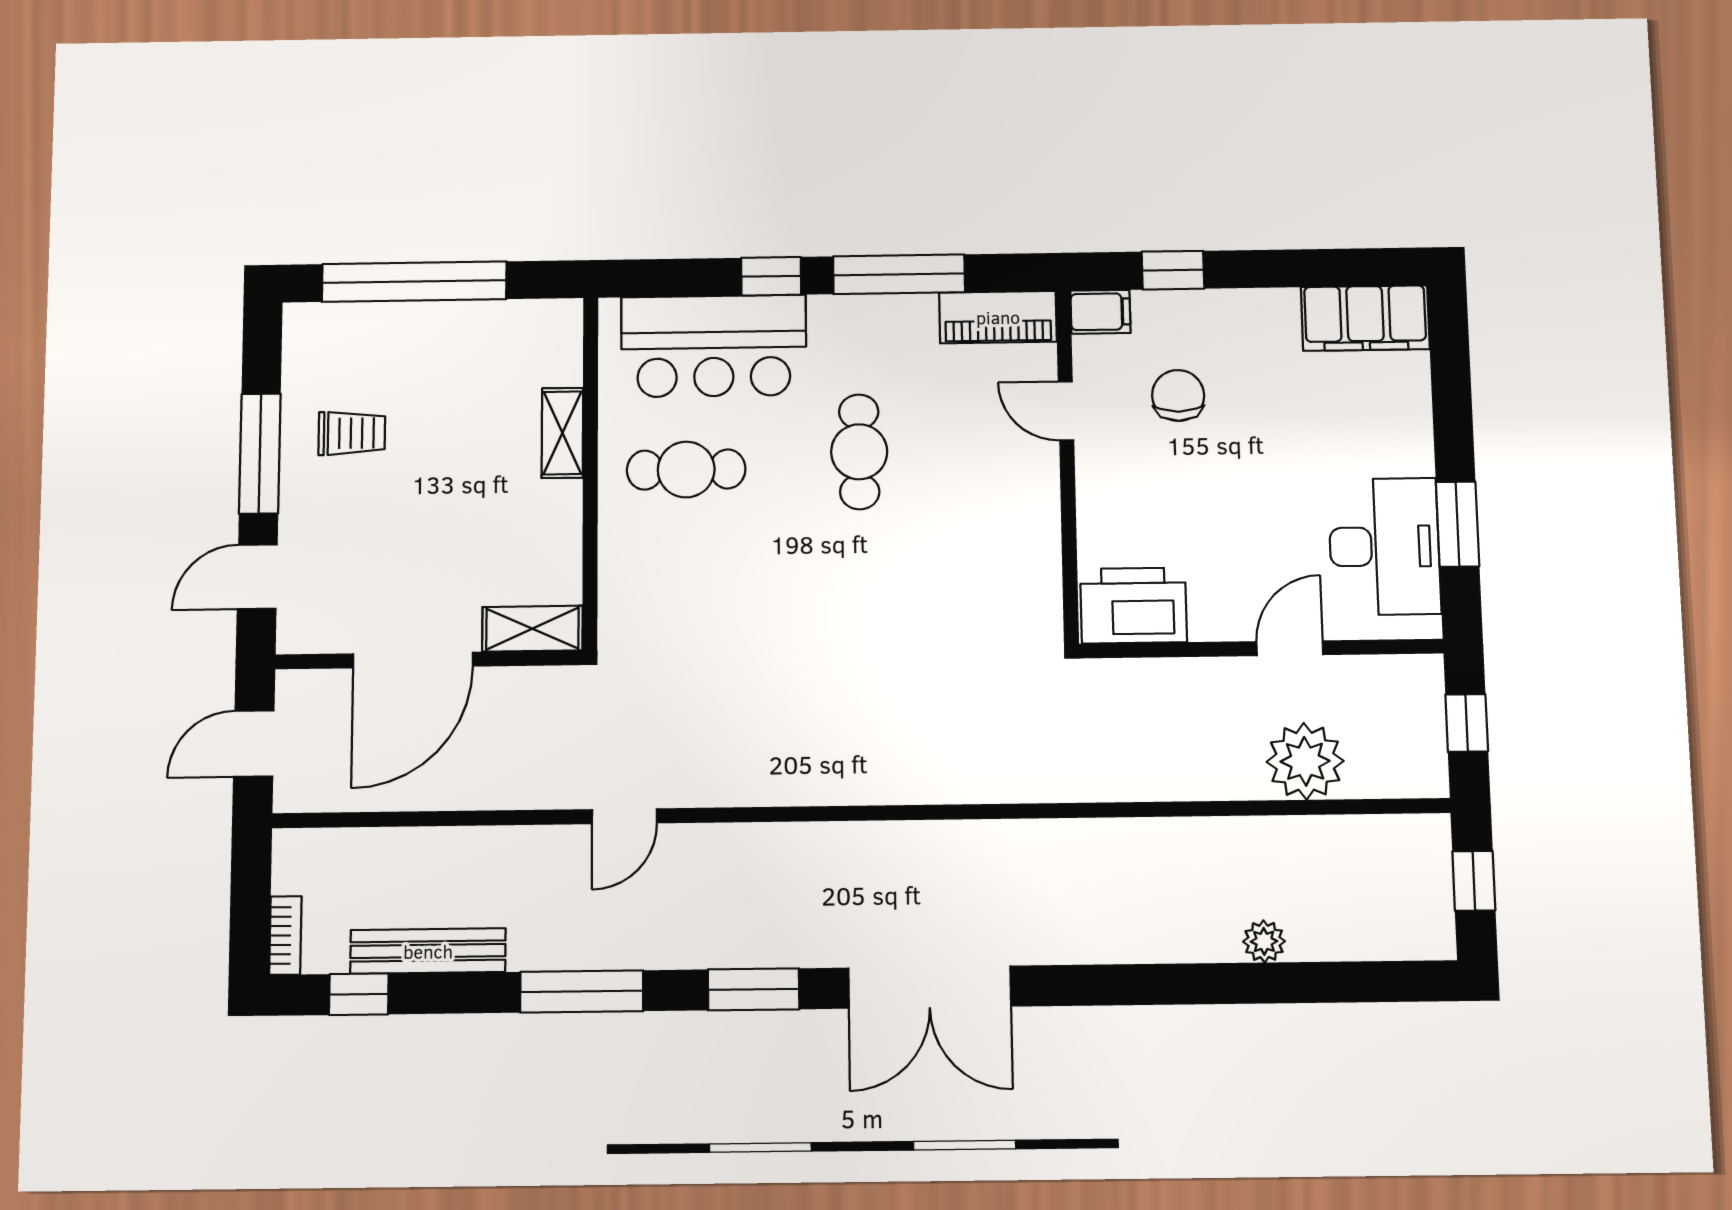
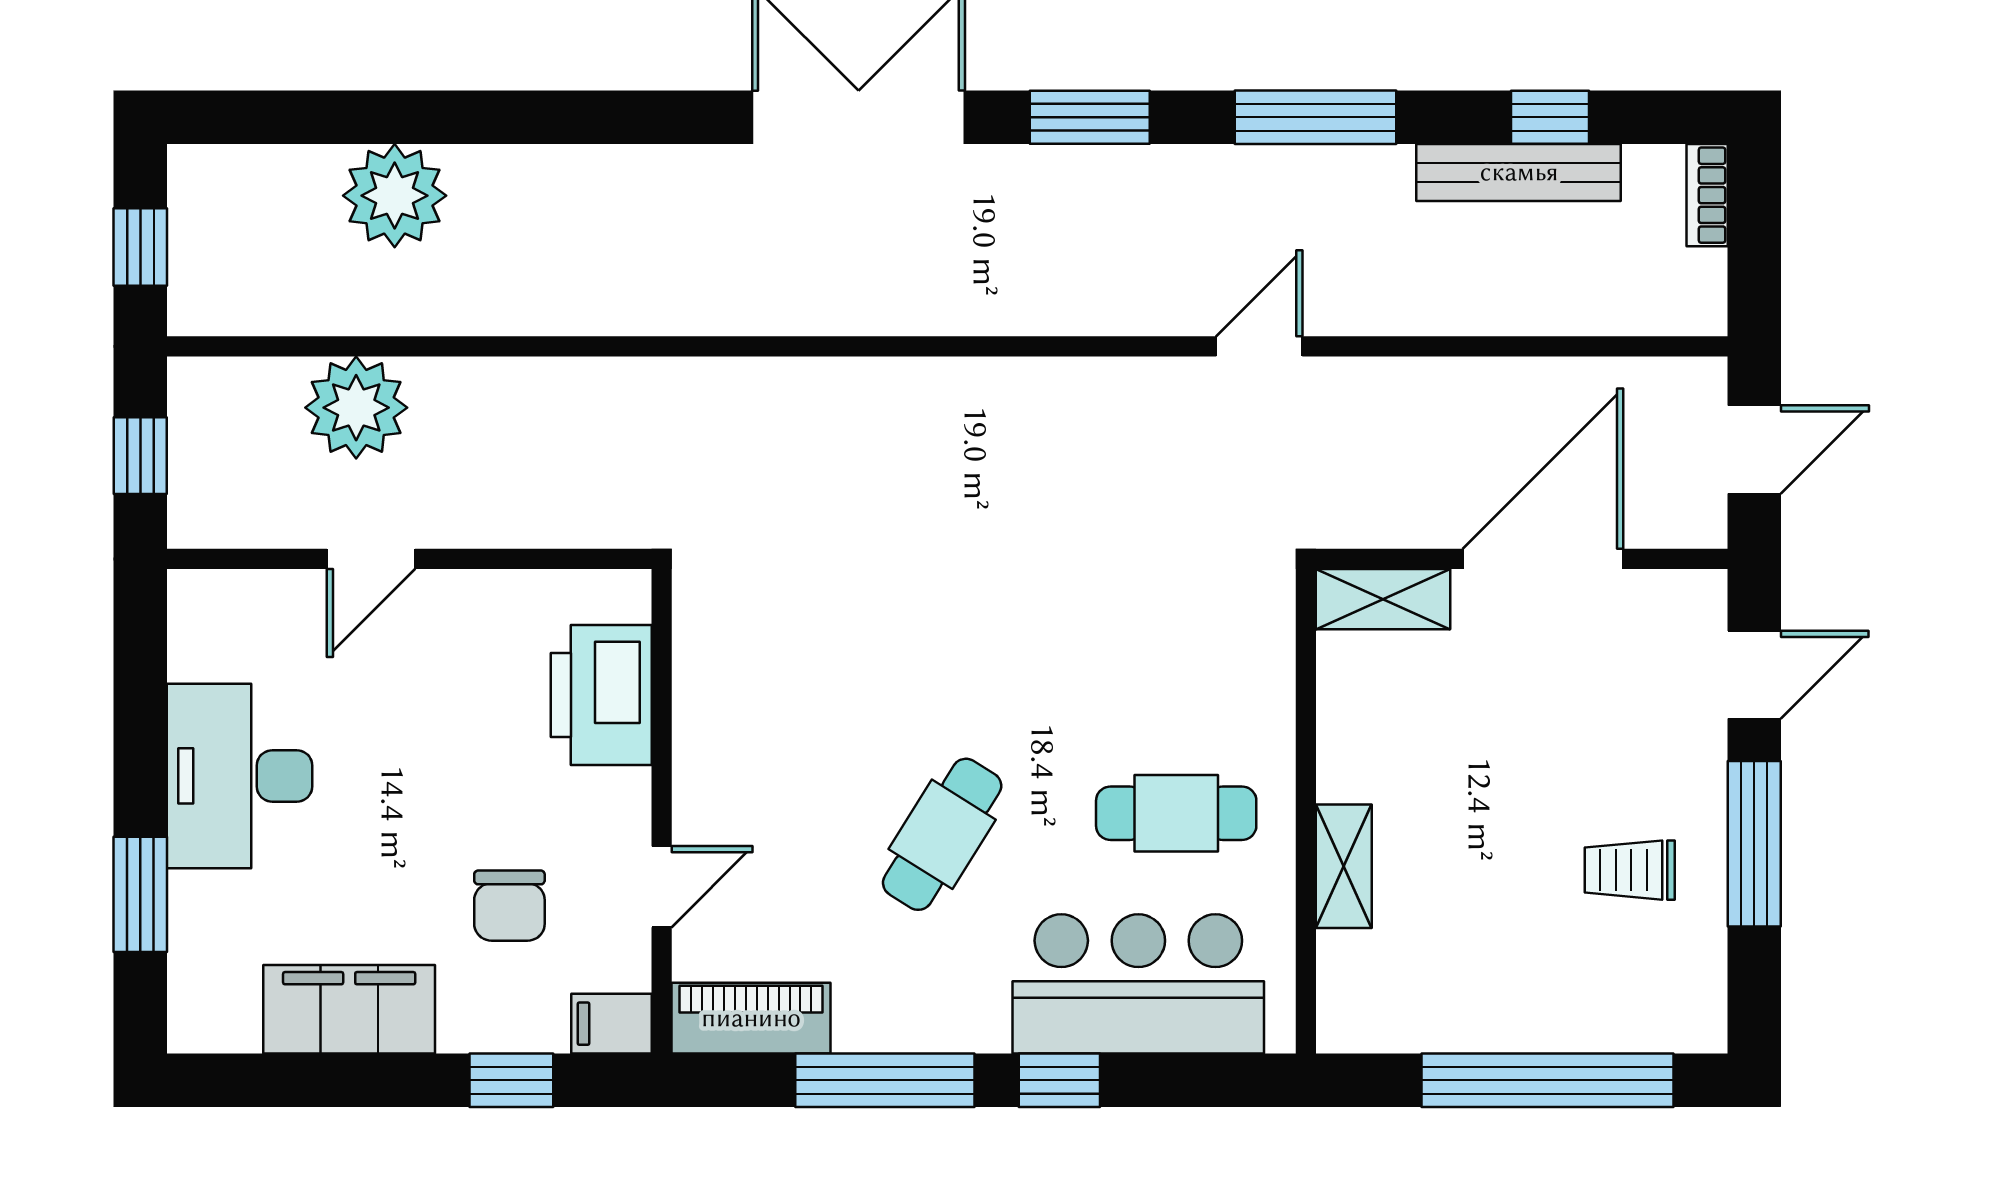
filing cabinet: (1365, 318) -> (349, 1009), moved
door: (1066, 411) -> (662, 887), hinge flipped
cafe table: (859, 452) -> (942, 834), turned 32
window: (1458, 524) -> (140, 894), moved
desk: (1384, 546) -> (240, 776), moved
printer: (1134, 605) -> (601, 695), moved, turned 90
plant: (1264, 941) -> (395, 196), width x1.88, depth x1.88
window: (359, 994) -> (1550, 117), moved

